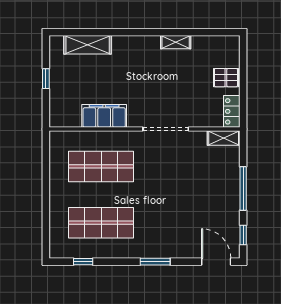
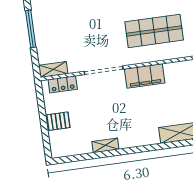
locker: (232, 111) -> (63, 84), moved, turned 90
filing cabinet: (104, 116) -> (145, 76), moved

